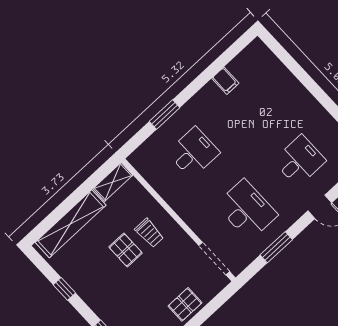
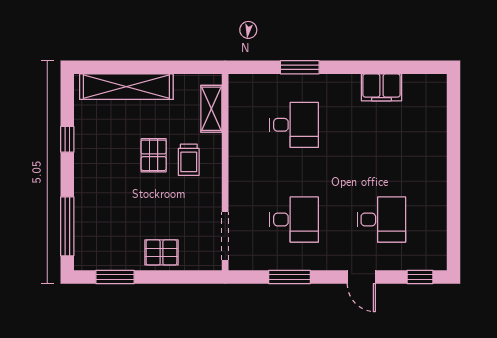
filing cabinet: (225, 81) -> (381, 87), width x2.00
shelving: (113, 182) -> (211, 109), moved, turned 90
desk: (247, 210) -> (294, 219), width x0.73

